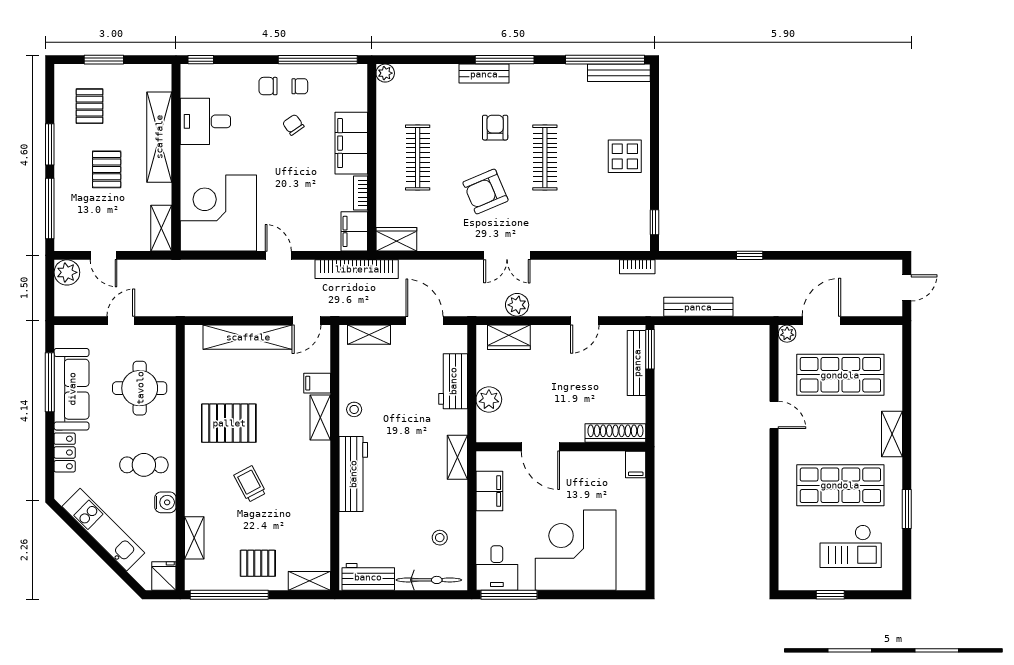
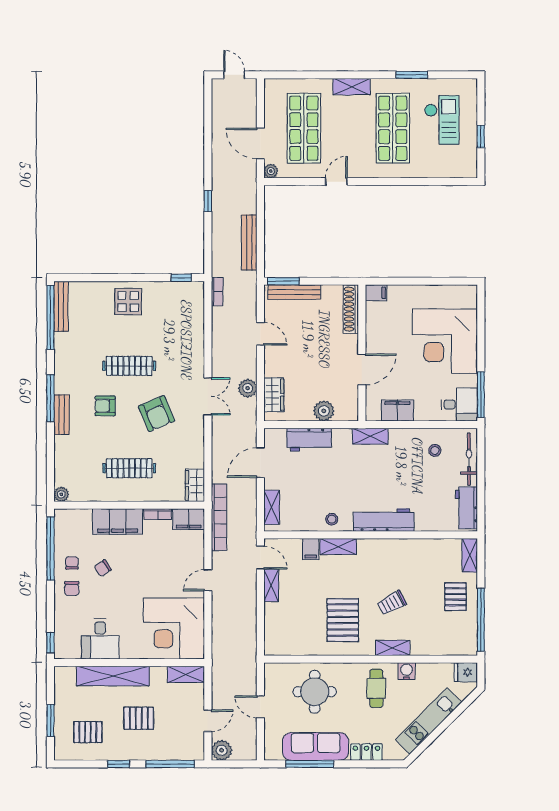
window: (50, 144) -> (119, 764), width x0.67
shelving: (248, 337) -> (271, 585), width x0.45, depth x0.75
shelving: (194, 538) -> (393, 648), moved

